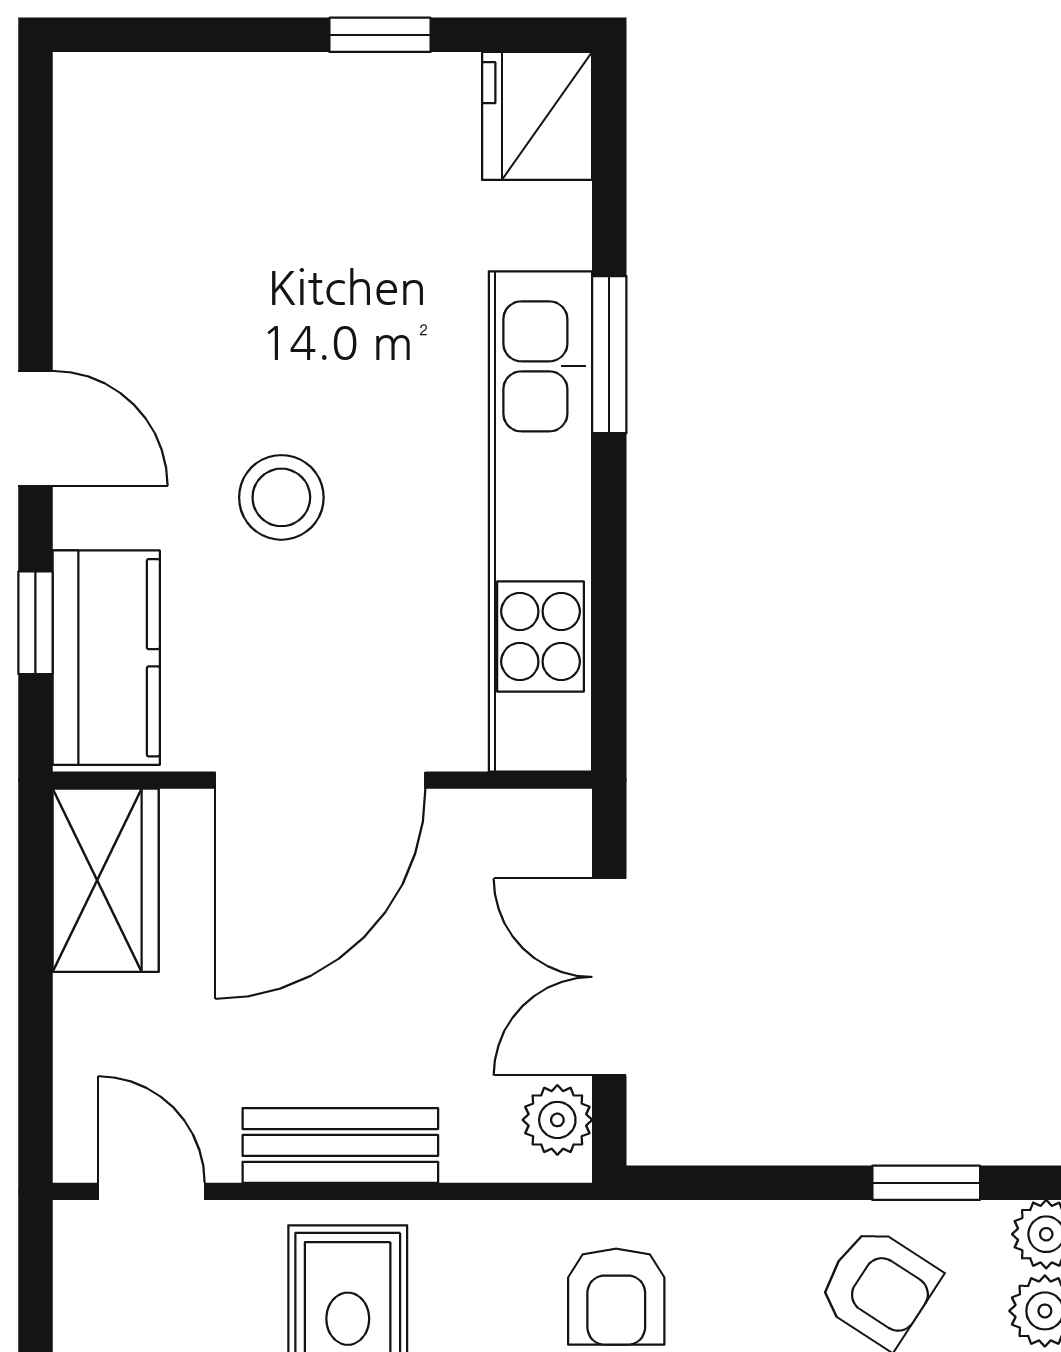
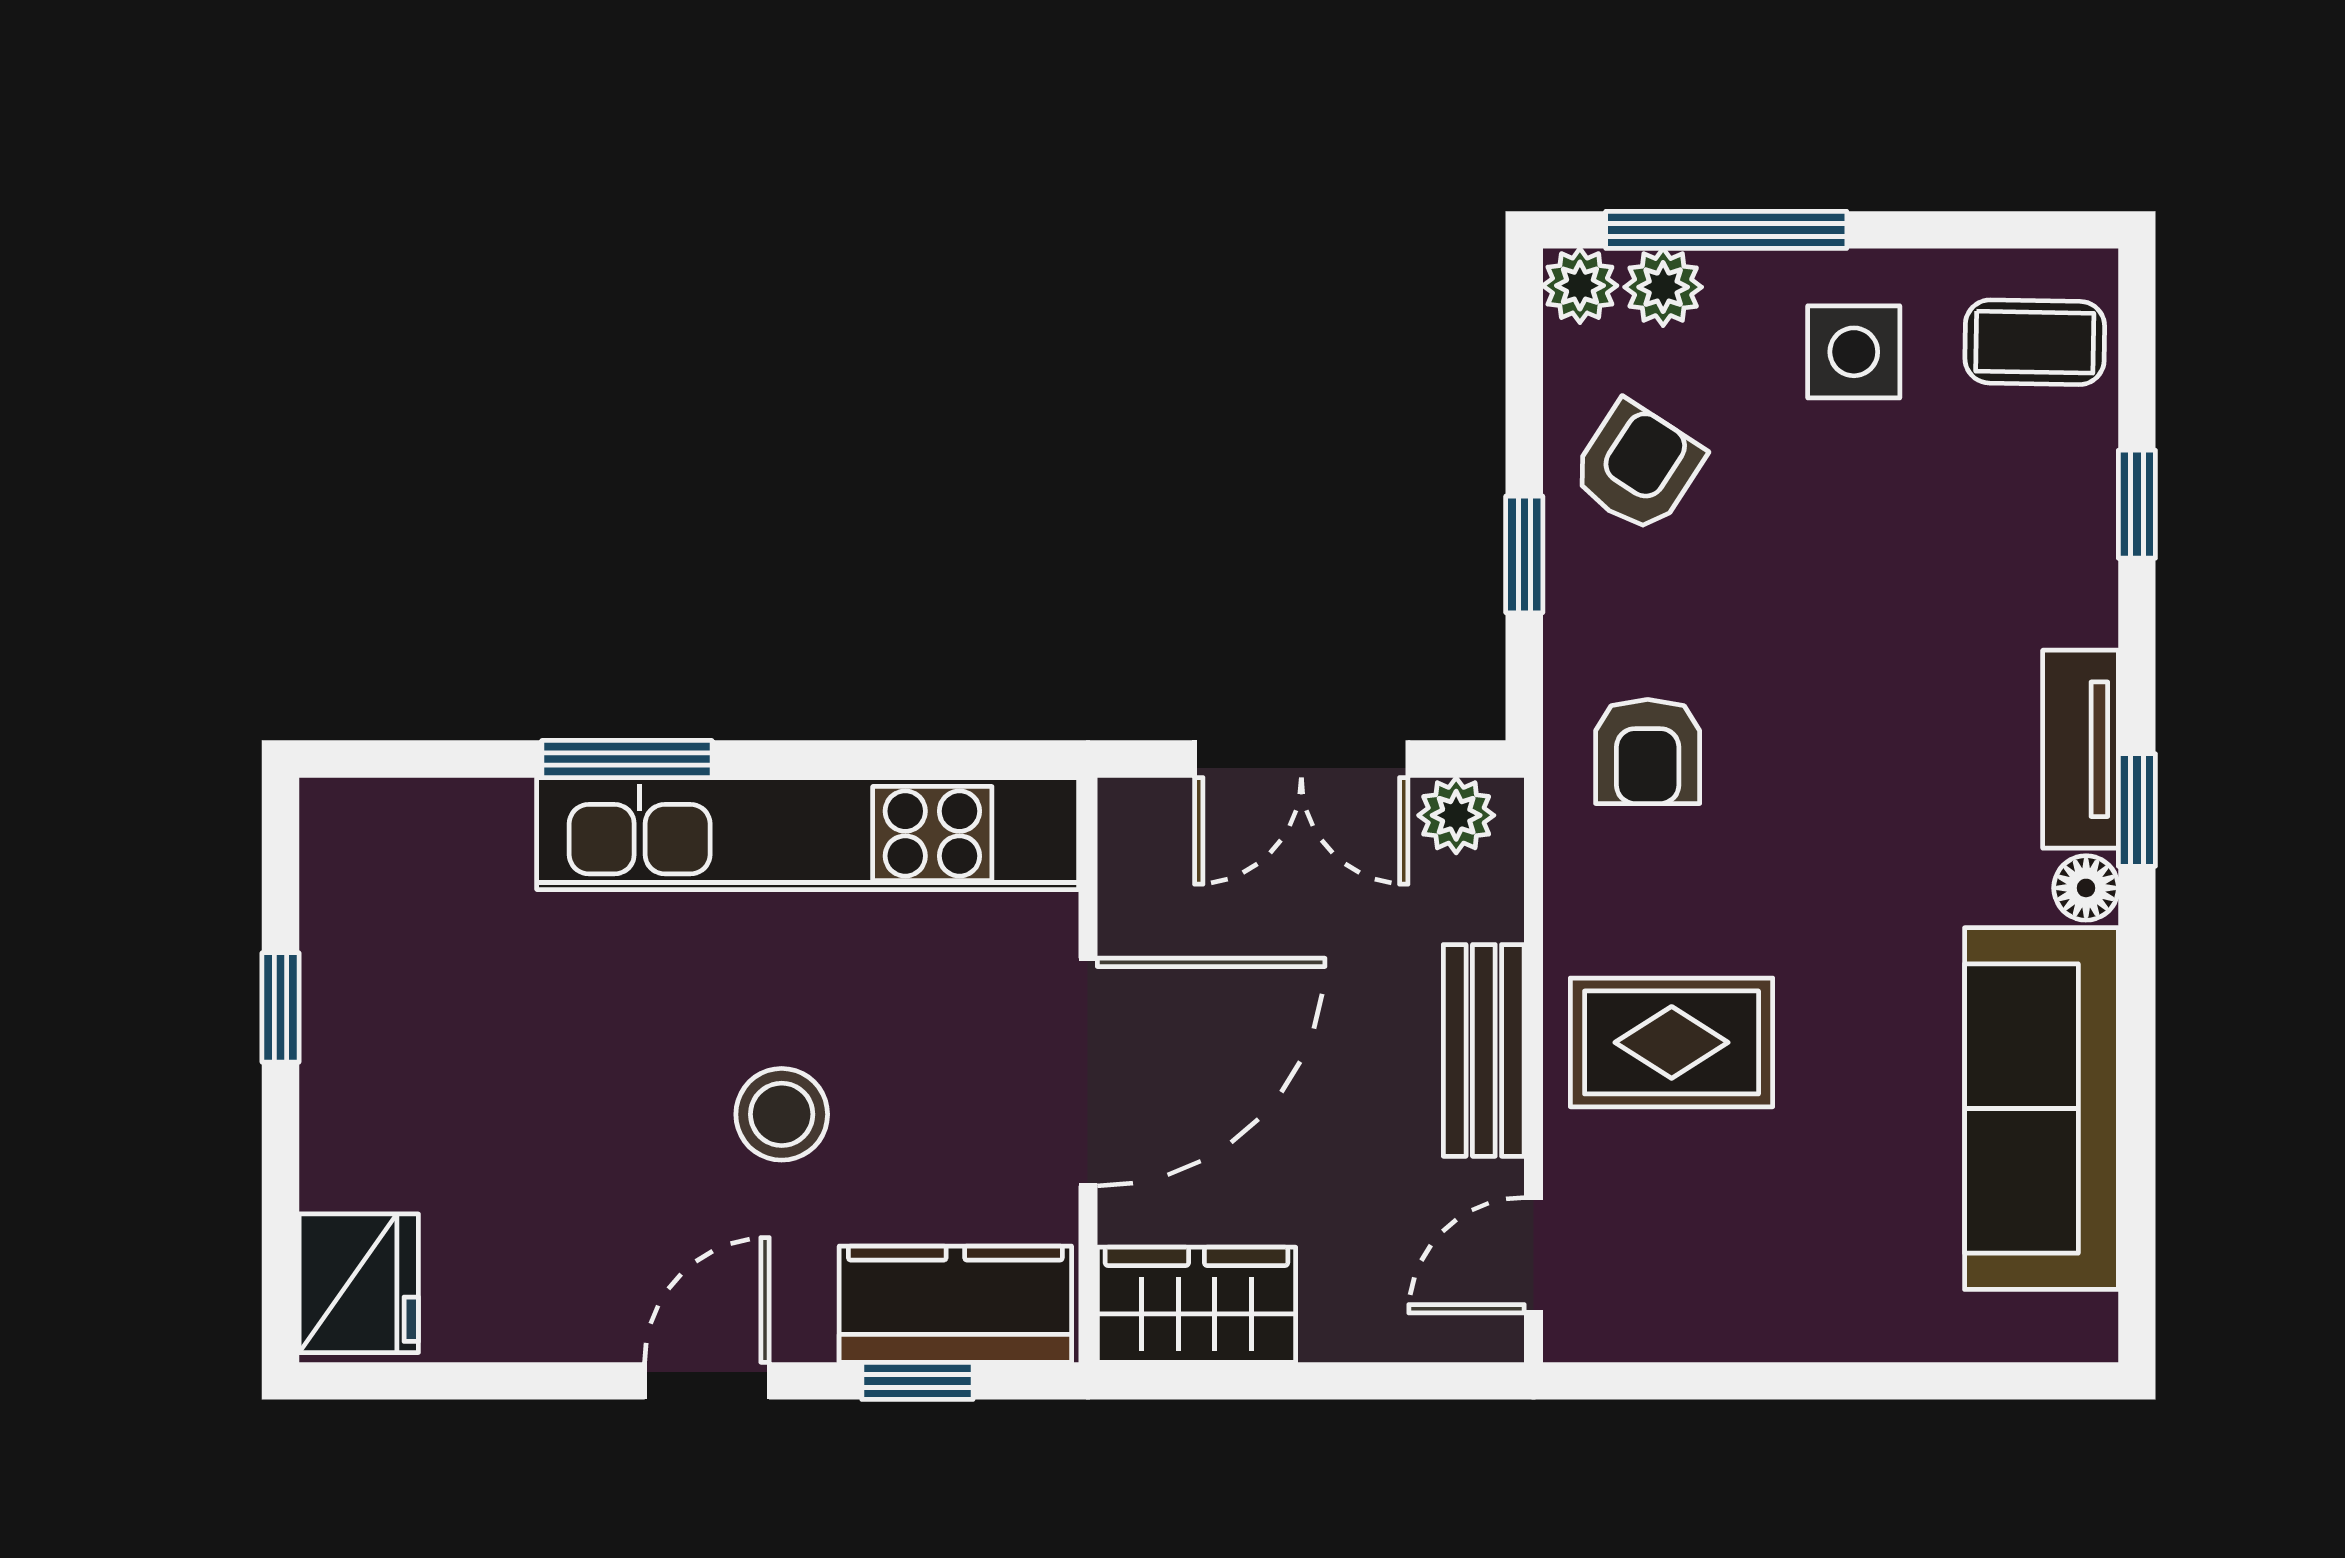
fridge: (537, 116) -> (359, 1283), moved, turned -90
door: (320, 780) -> (1088, 1072), hinge flipped
window: (926, 1183) -> (1524, 554), moved
armchair: (616, 1297) -> (1648, 751), turned 90

